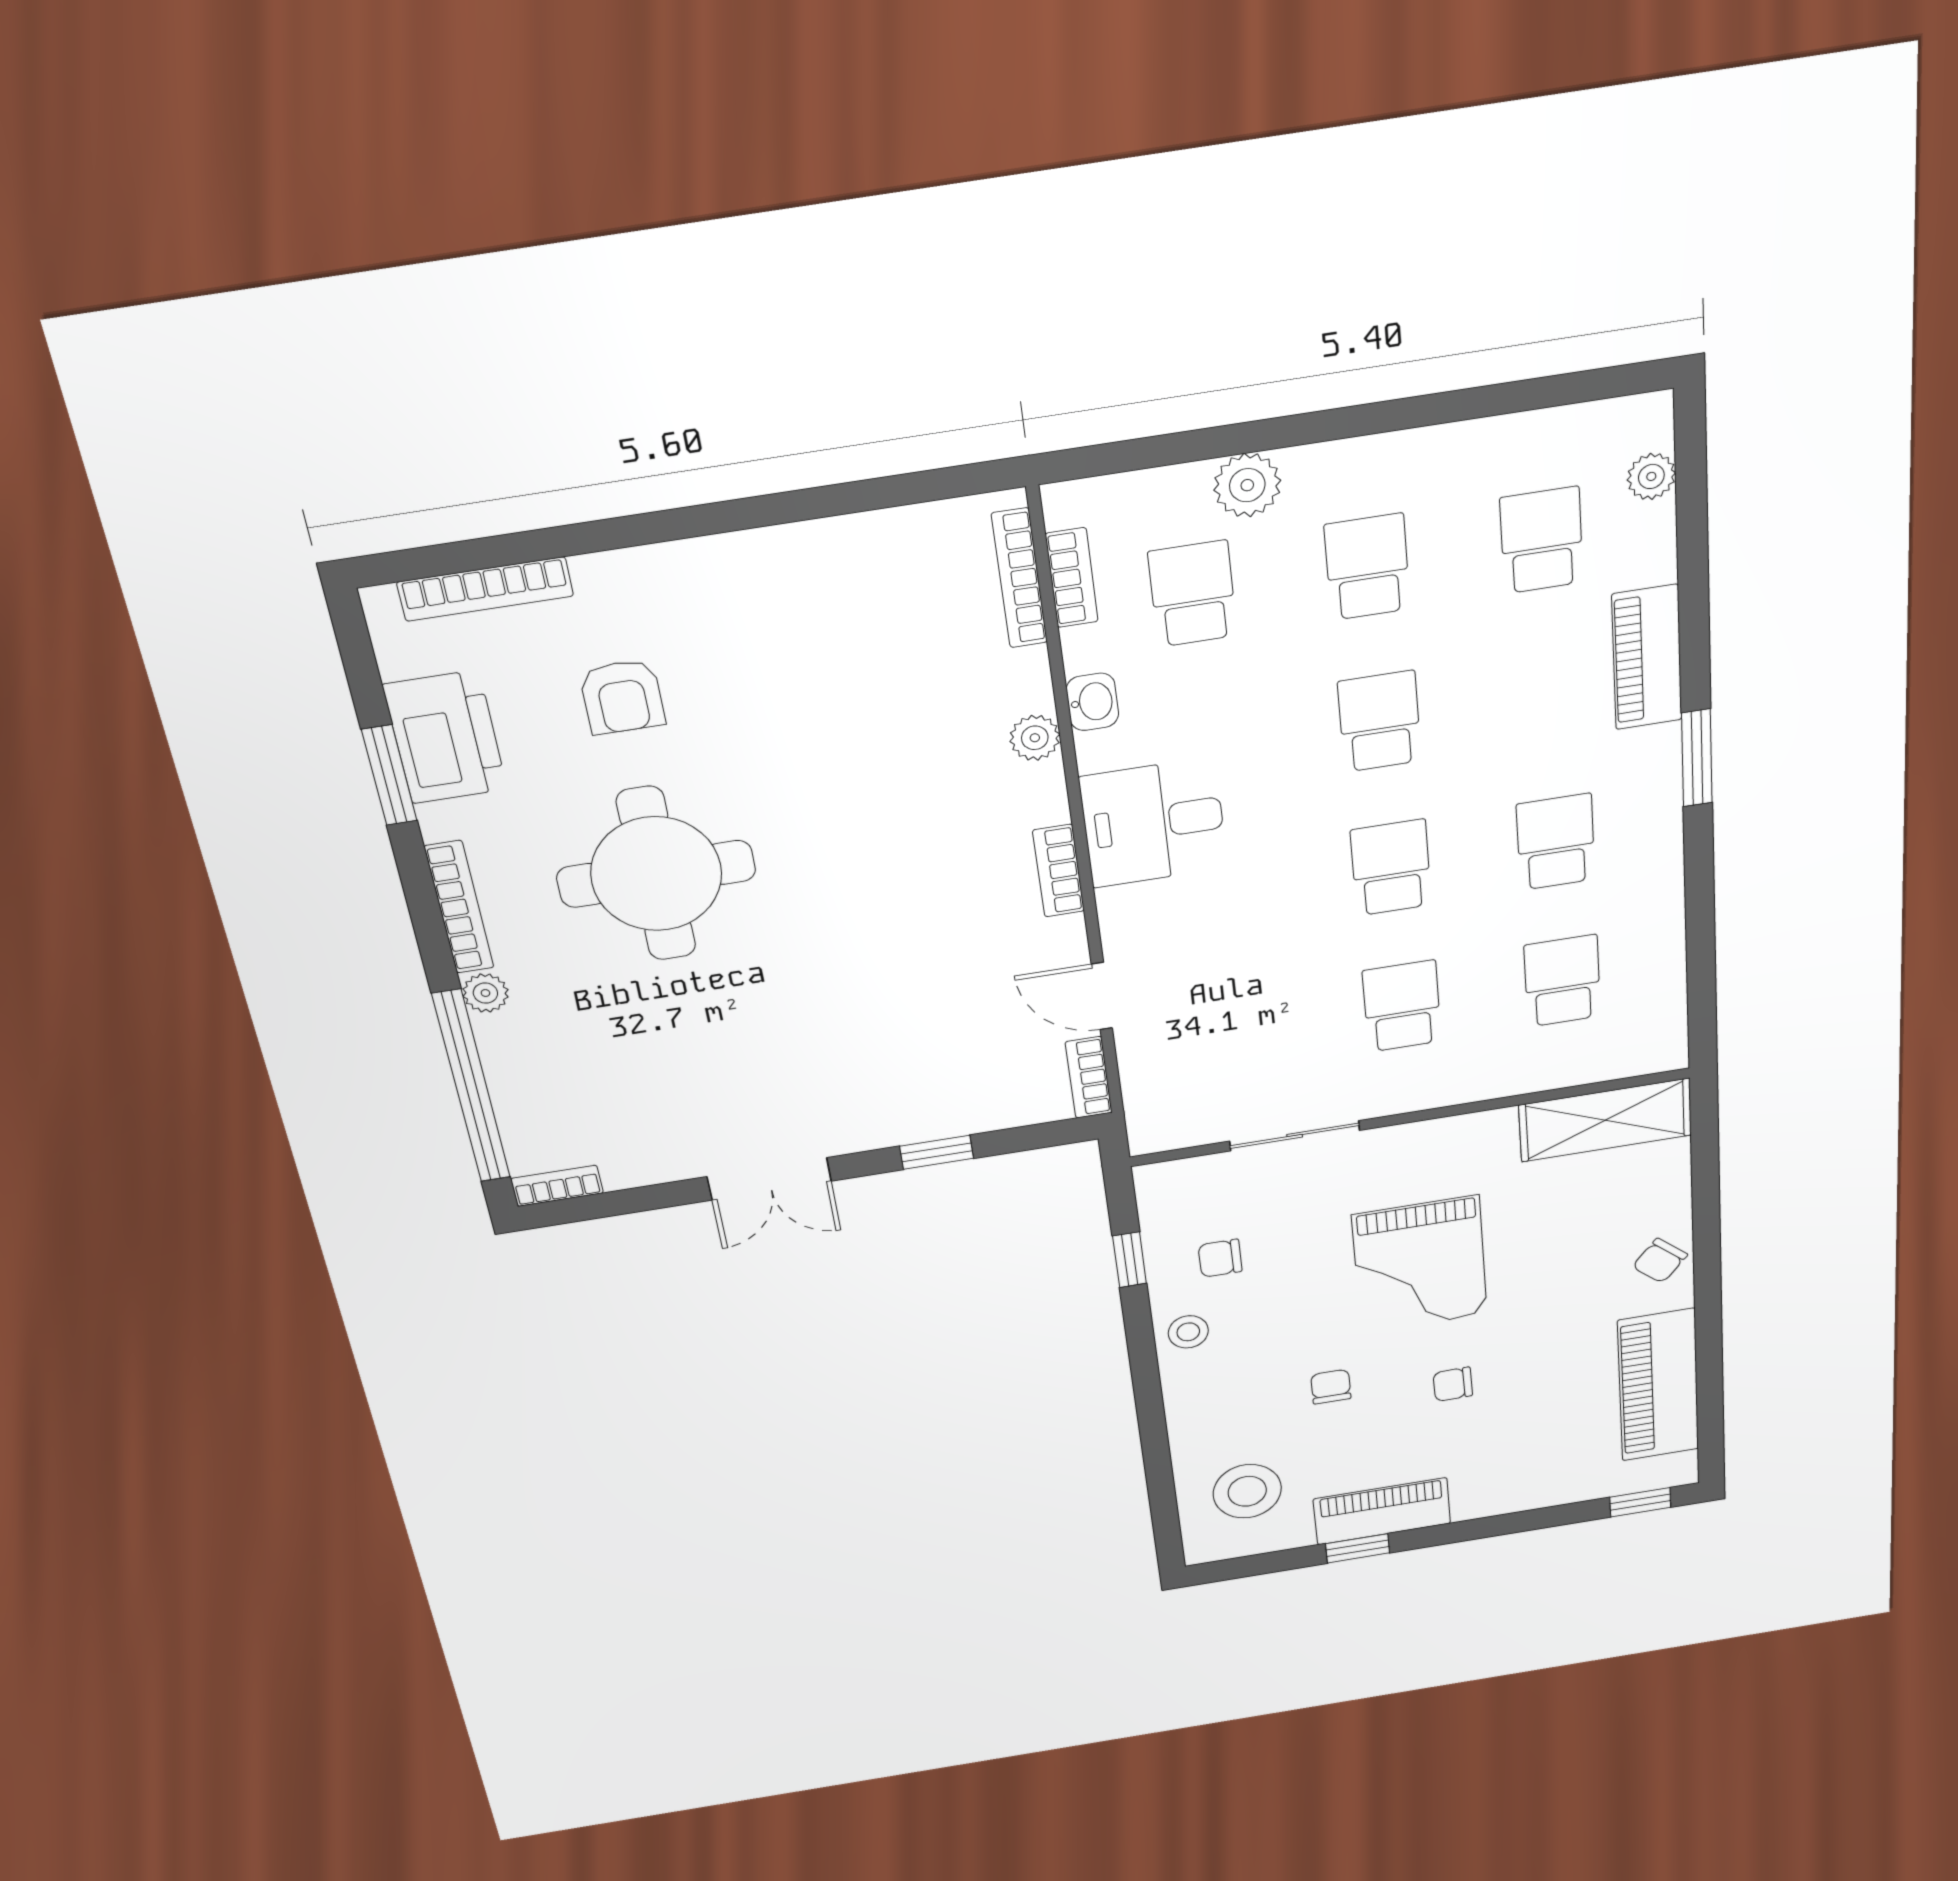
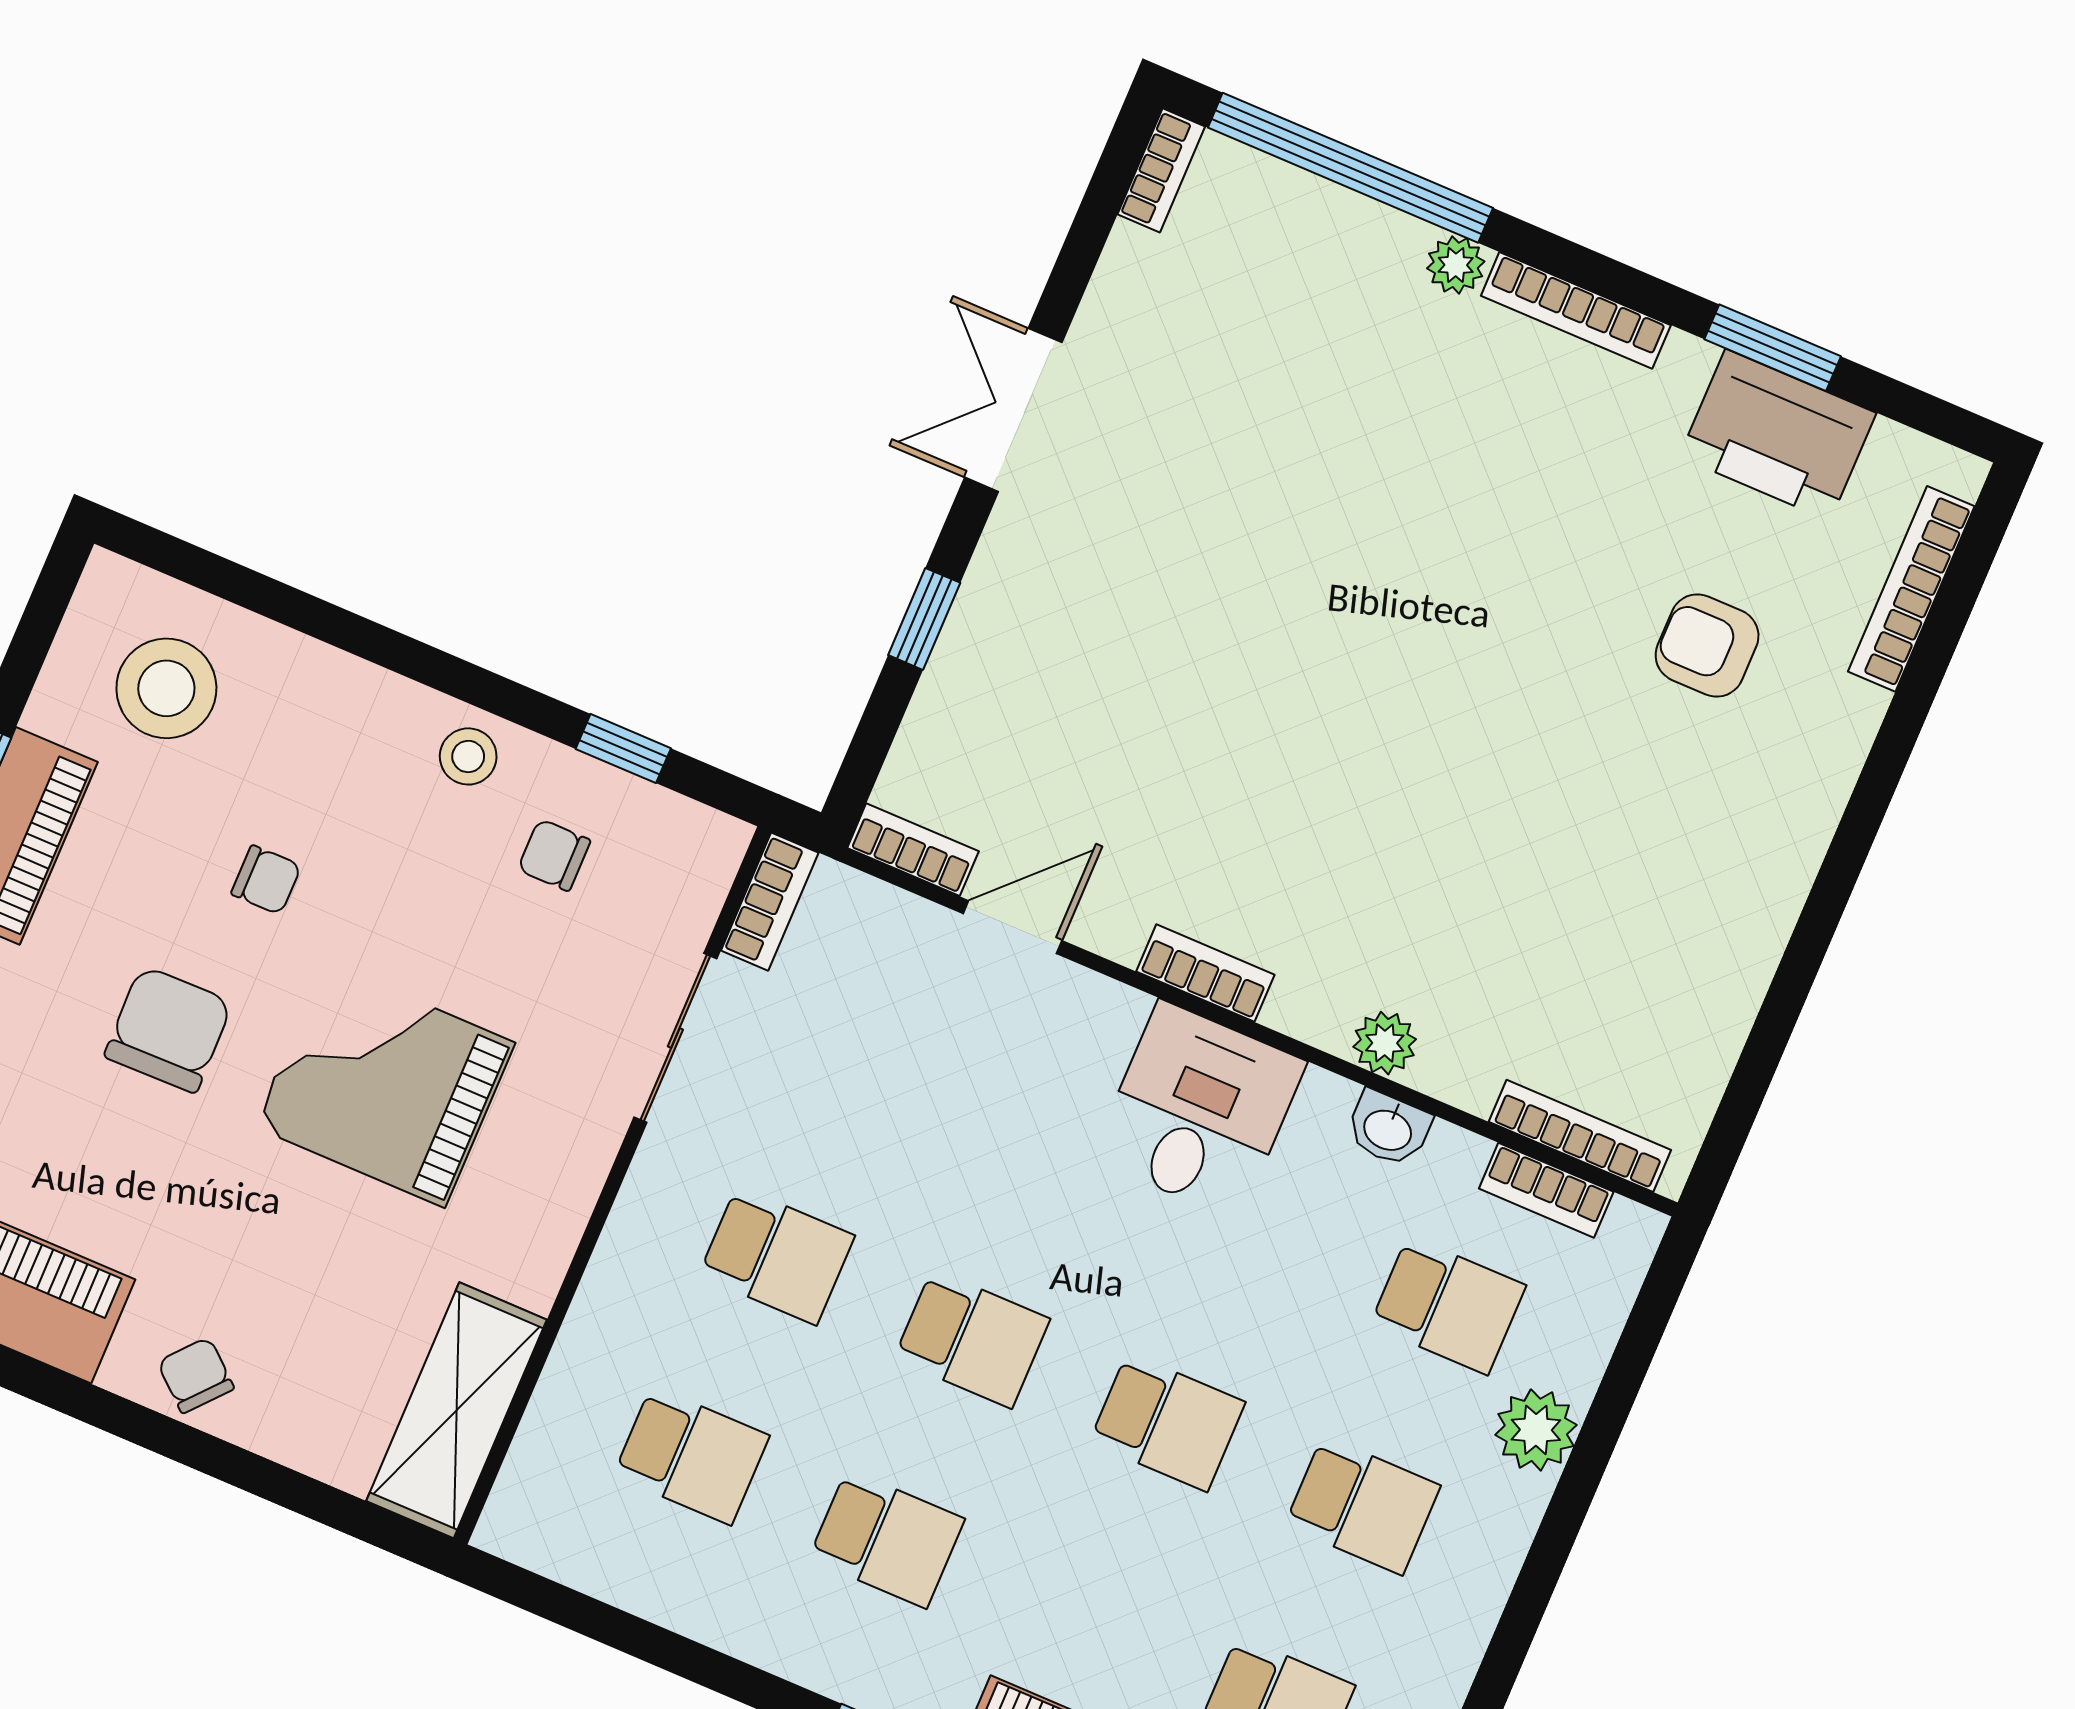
round table: (656, 874) -> (1481, 543), removed
bookcase: (1174, 1134) -> (770, 902), added
chair: (1220, 1258) -> (554, 855), turned -90
chair: (1453, 1384) -> (168, 1029), width x1.87, depth x1.87

